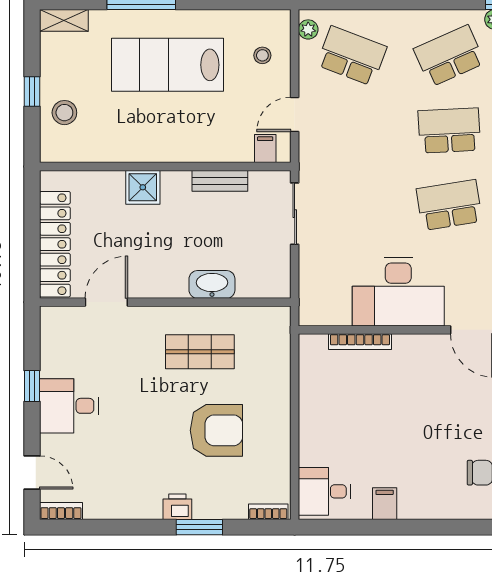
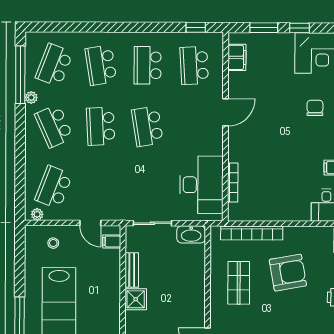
shower: (143, 187) -> (136, 299), moved
washbasin: (212, 284) -> (191, 234), moved, turned -90
desk: (398, 292) -> (201, 185), moved
bookcase: (280, 372) -> (252, 233), added
armchair: (216, 430) -> (288, 273), turned 80

